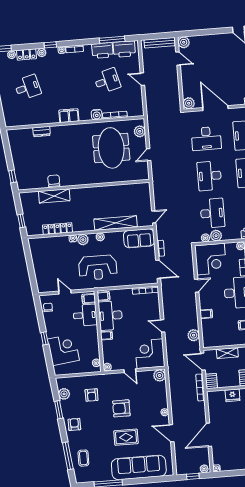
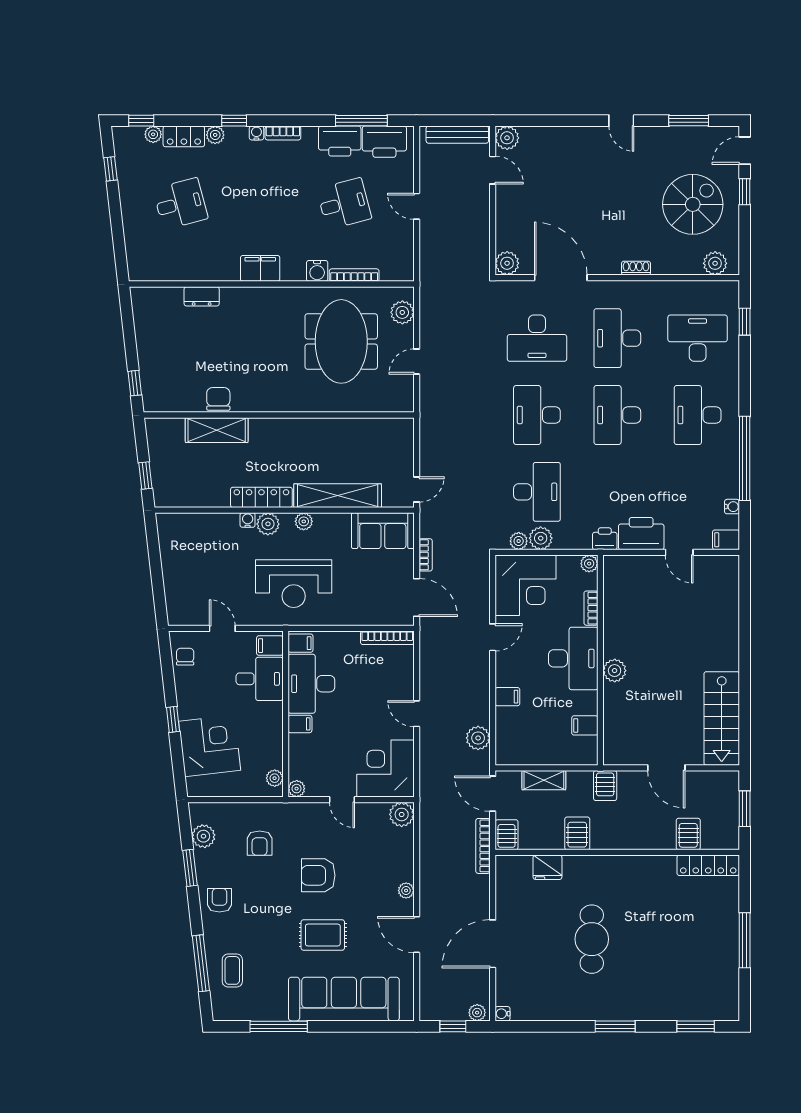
locker: (58, 229) -> (261, 497), moved

